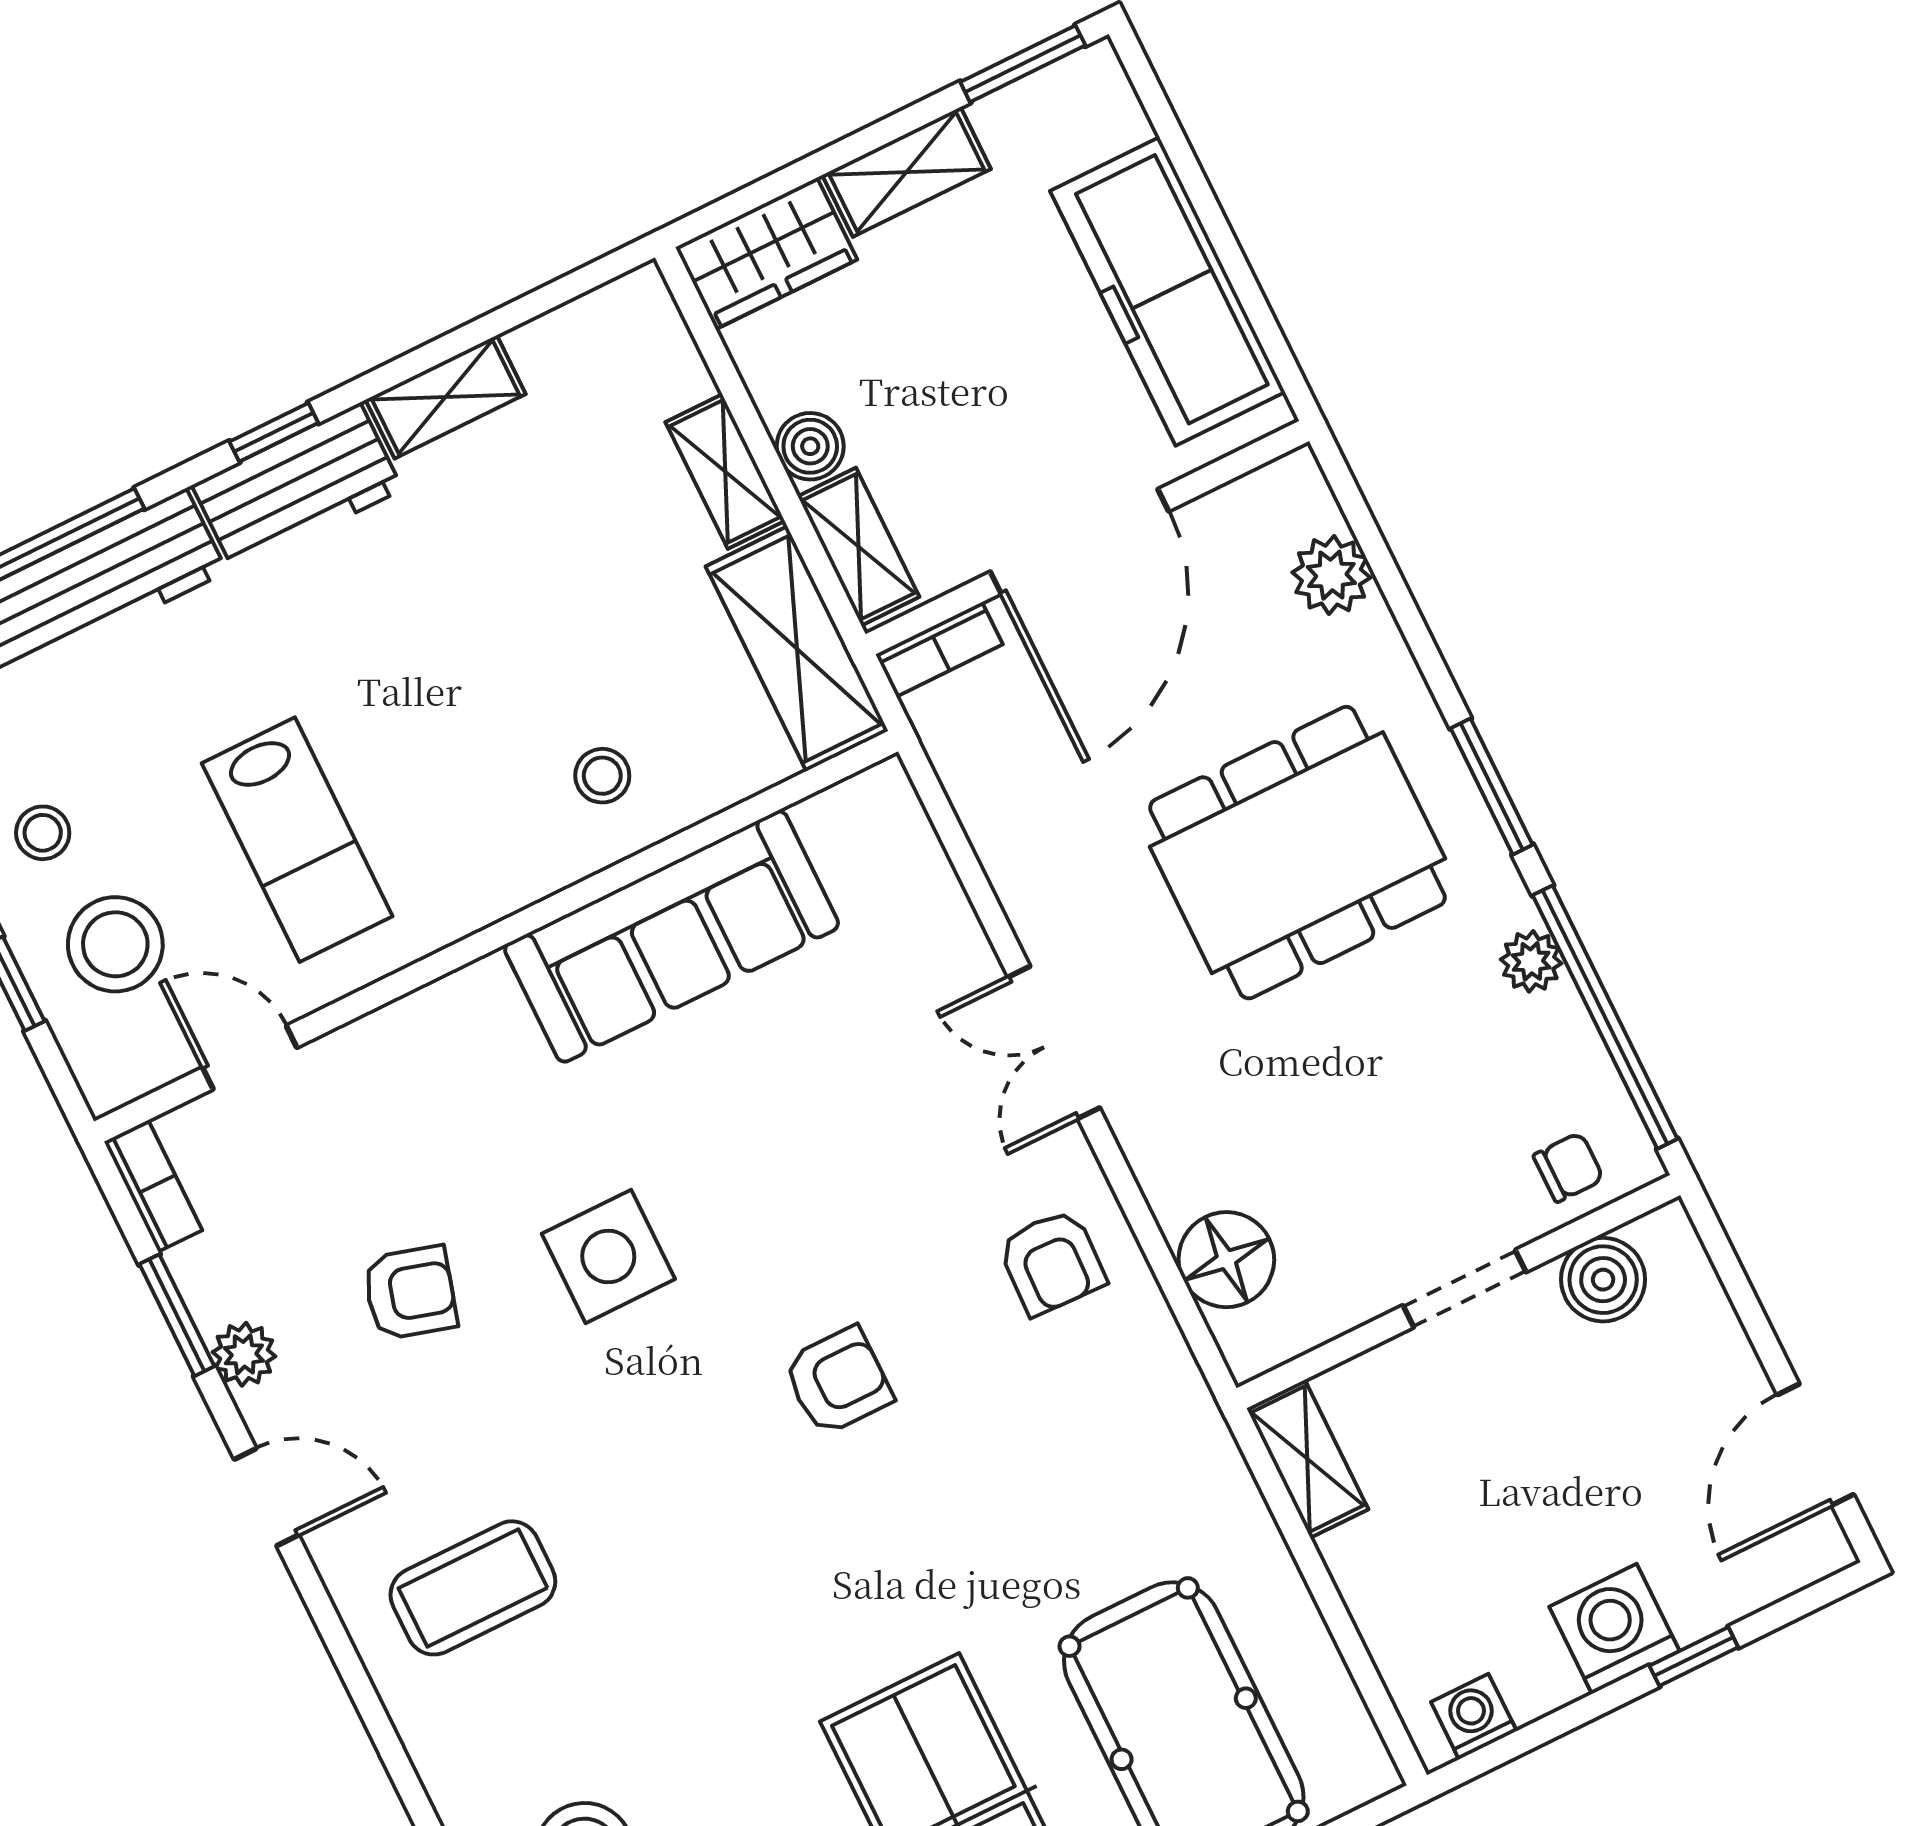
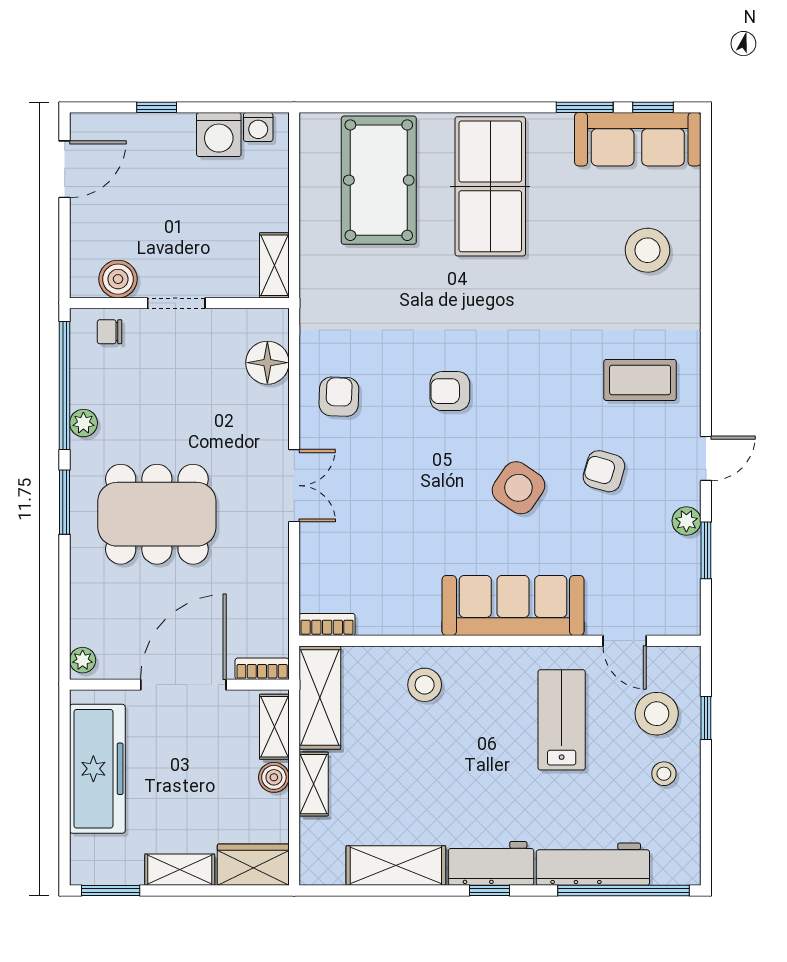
shelving: (446, 397) -> (396, 866), width x1.50, depth x1.33
plant: (1331, 575) -> (83, 660), moved, width x0.73, depth x0.73
stool: (602, 776) -> (425, 685), width x1.37, depth x1.37
sofa: (672, 936) -> (513, 606), moved
bookcase: (153, 1186) -> (327, 624), moved, turned 90
side table: (608, 1256) -> (518, 488), turned 34
armchair: (410, 1293) -> (604, 471), moved
door: (266, 1497) -> (706, 458), swing flipped
washing machine: (1614, 1629) -> (219, 135), moved

